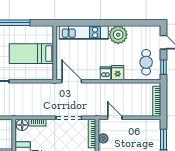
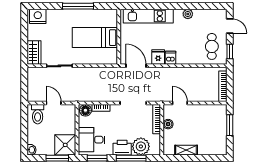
plant: (118, 35) -> (188, 14), width x0.53, depth x0.53
fridge: (118, 73) -> (158, 57), moved

